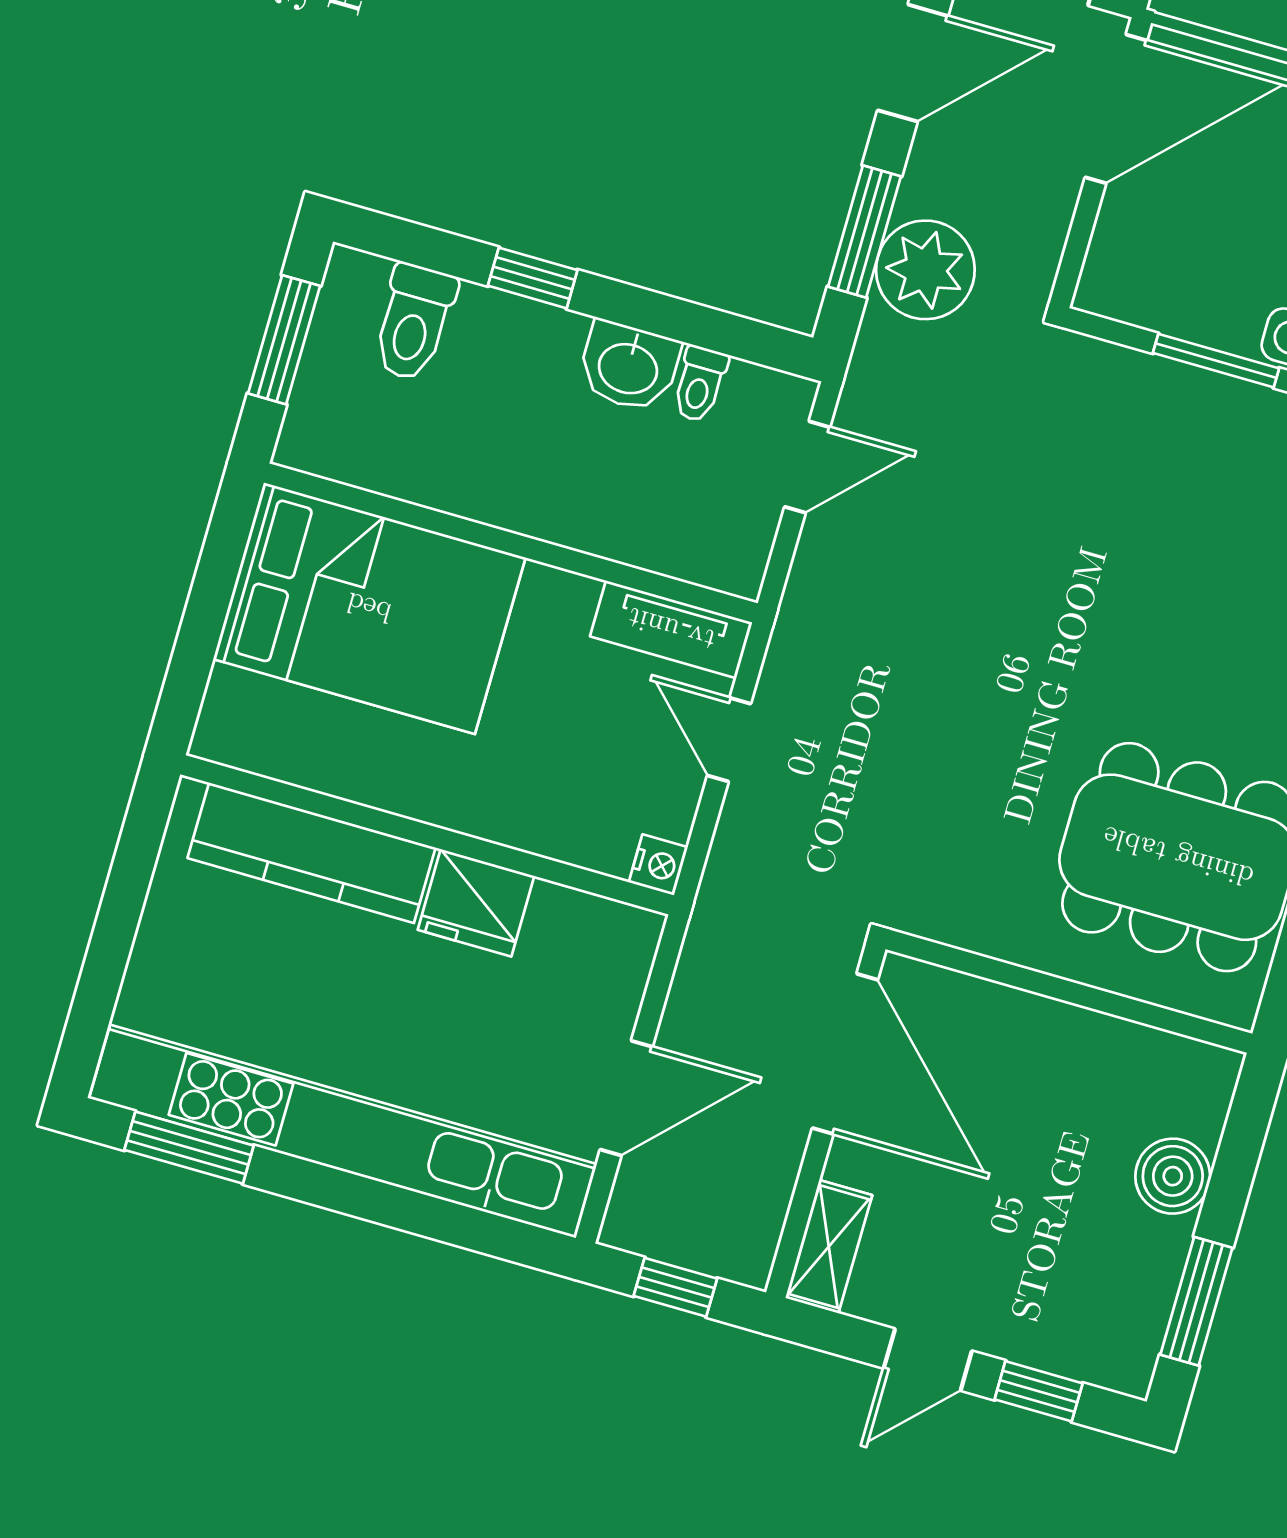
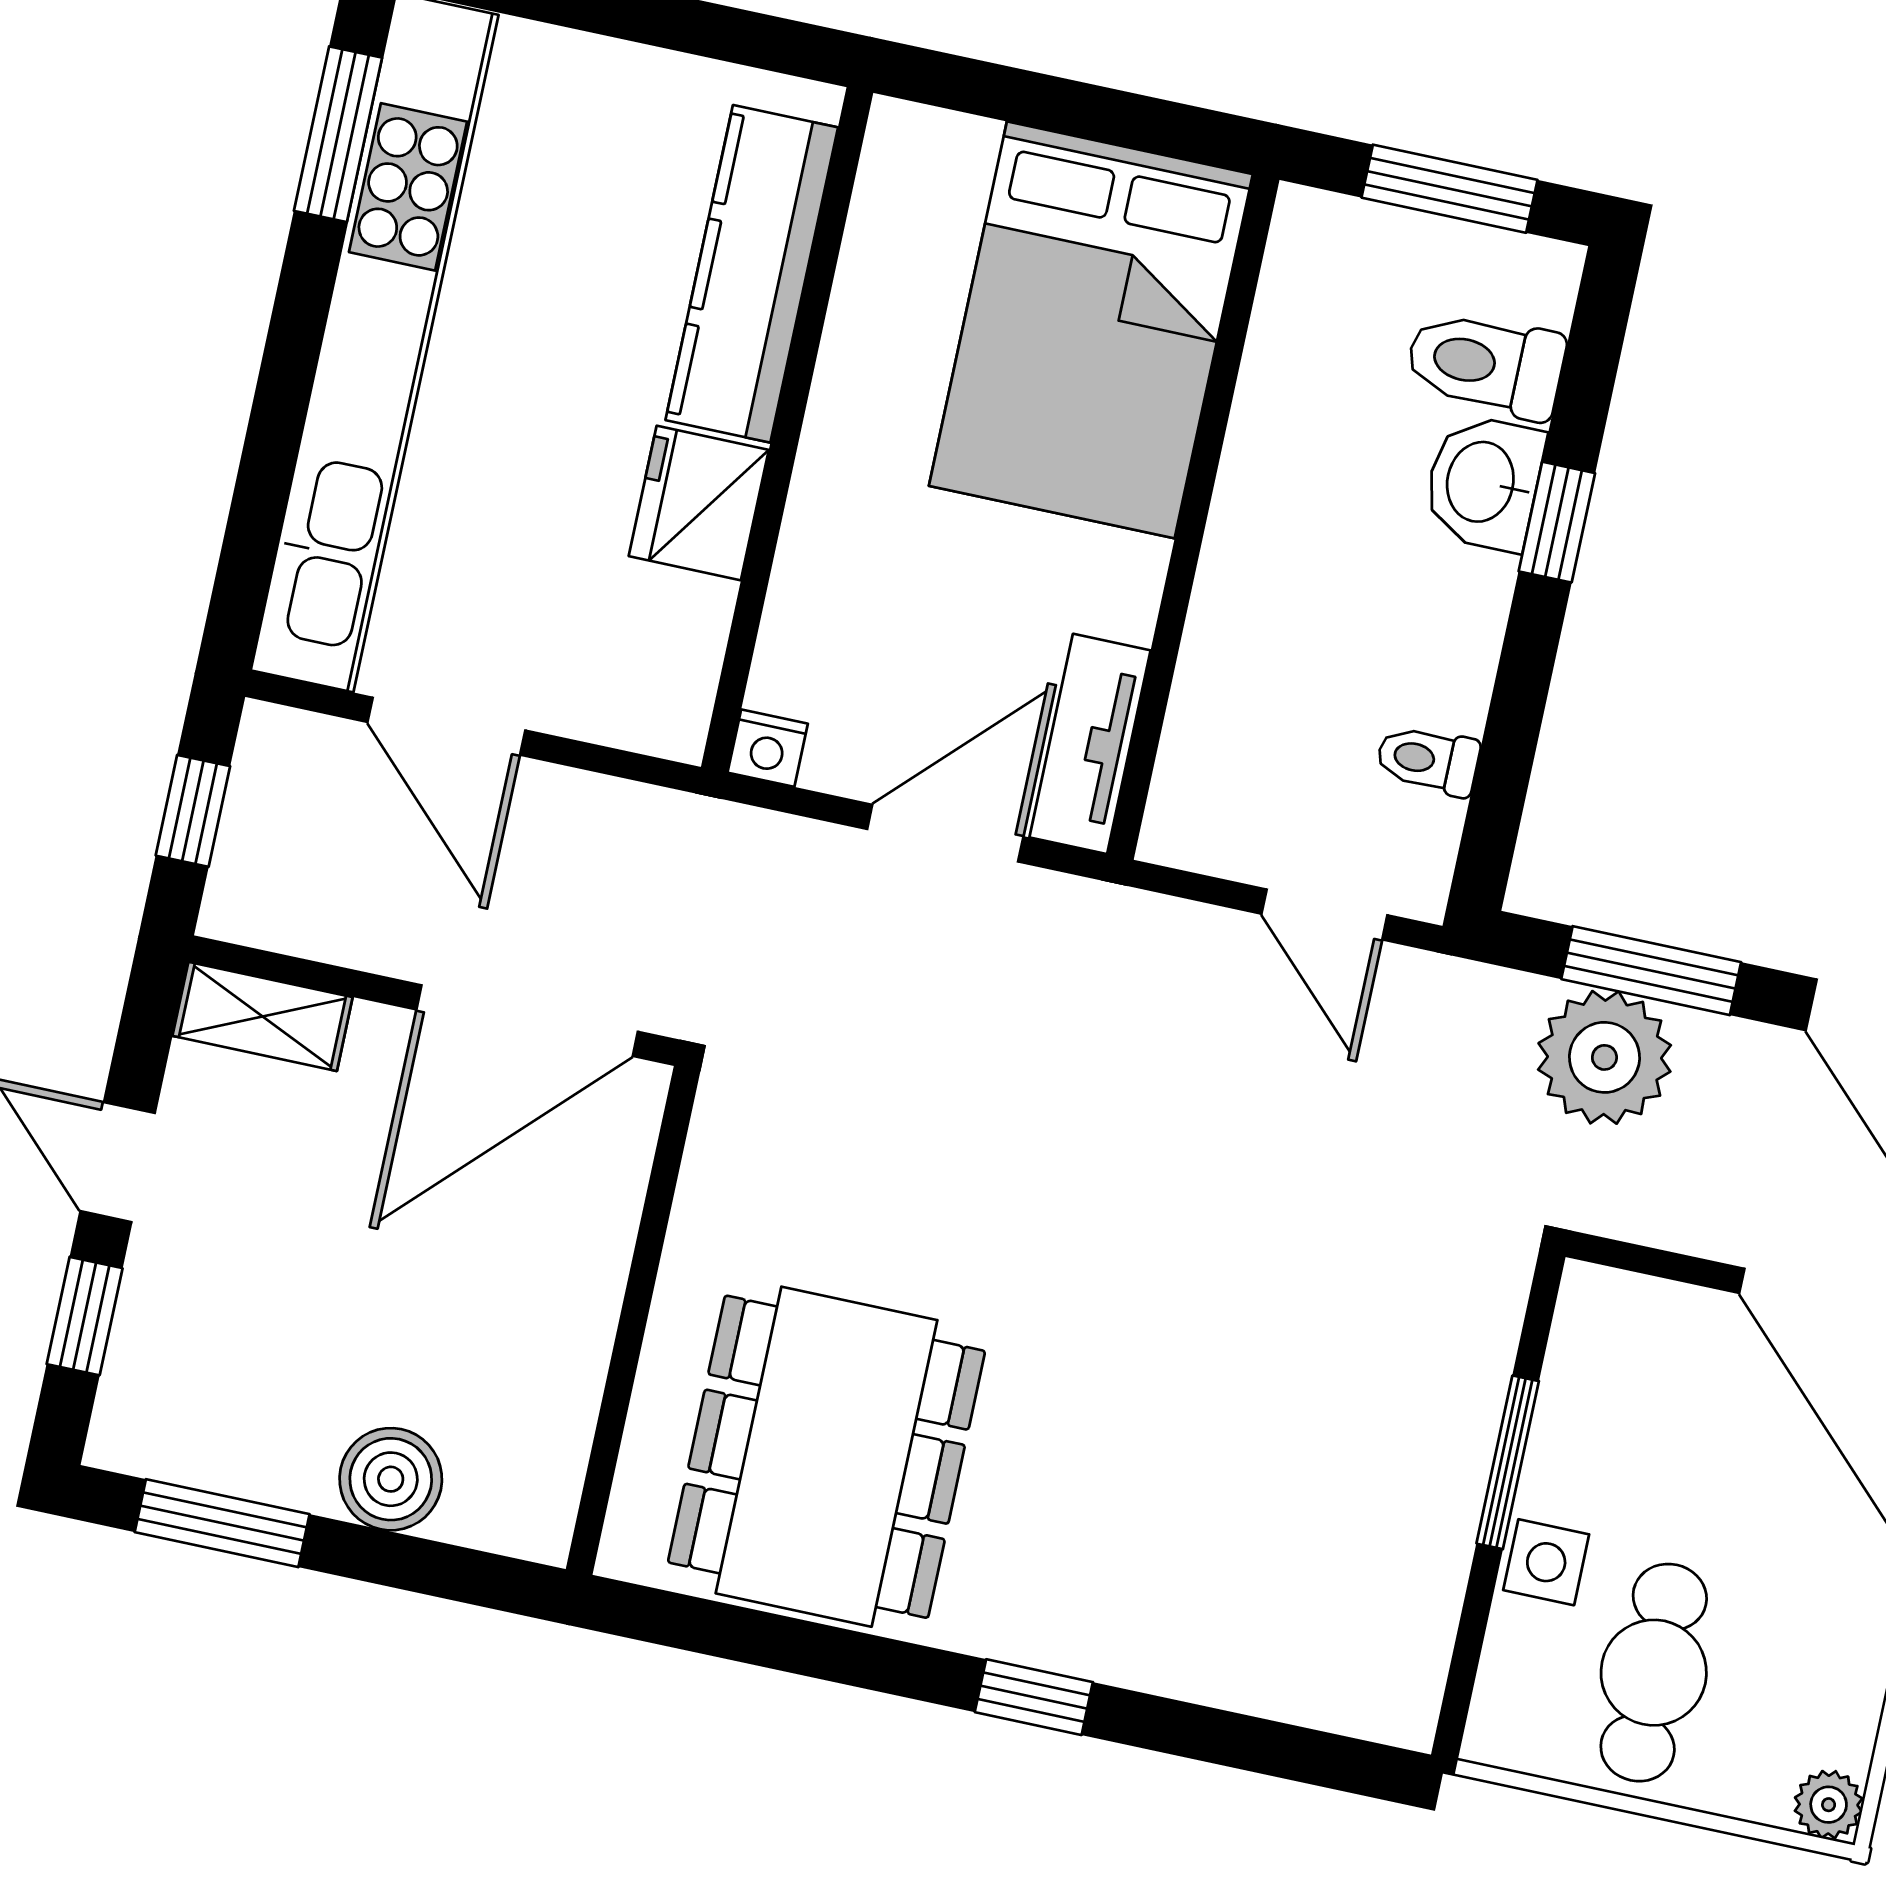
washbasin: (629, 366) -> (1483, 482), moved
door: (729, 740) -> (945, 833), width x1.38

